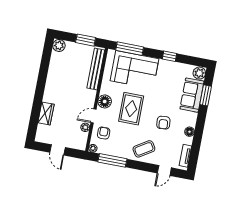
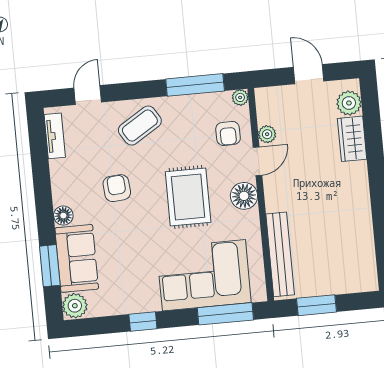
plant: (59, 45) -> (349, 103), moved
floor lamp: (190, 132) -> (63, 216), moved

